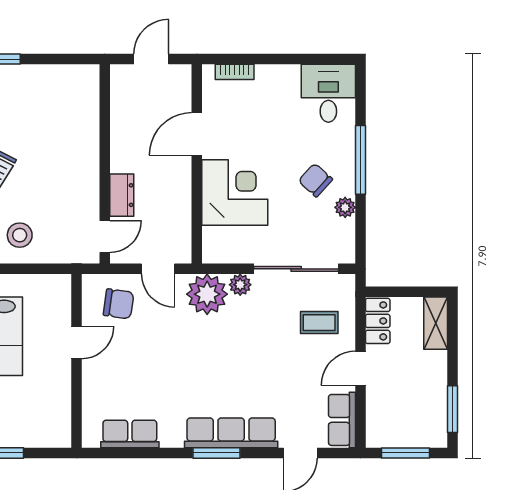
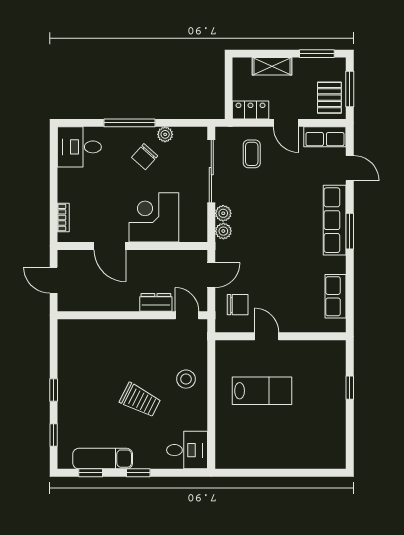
plant: (207, 294) -> (223, 231), width x0.53, depth x0.53
chair: (119, 304) -> (238, 305), turned 82
shelving: (436, 323) -> (272, 66), moved
pallet: (394, 426) -> (329, 98), added

